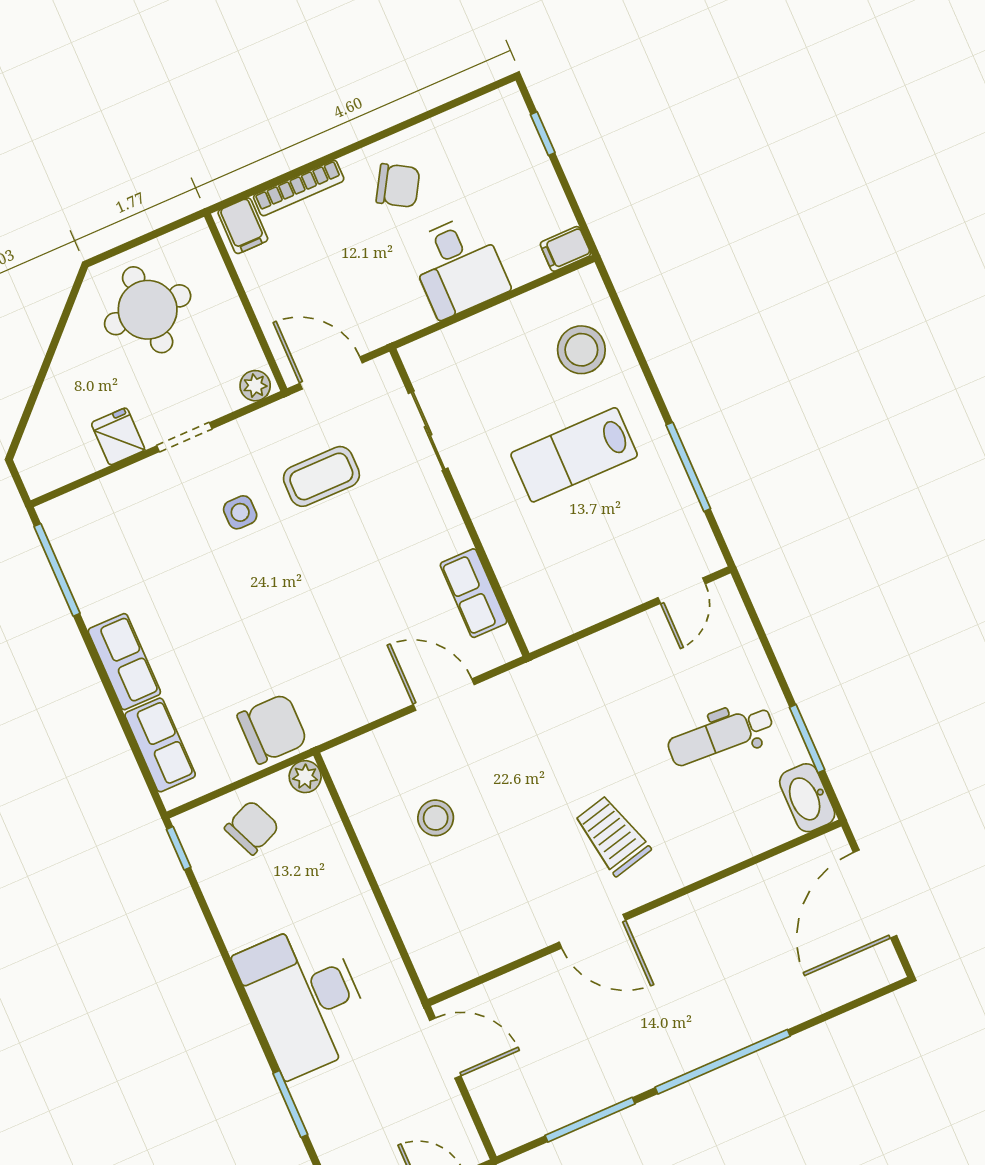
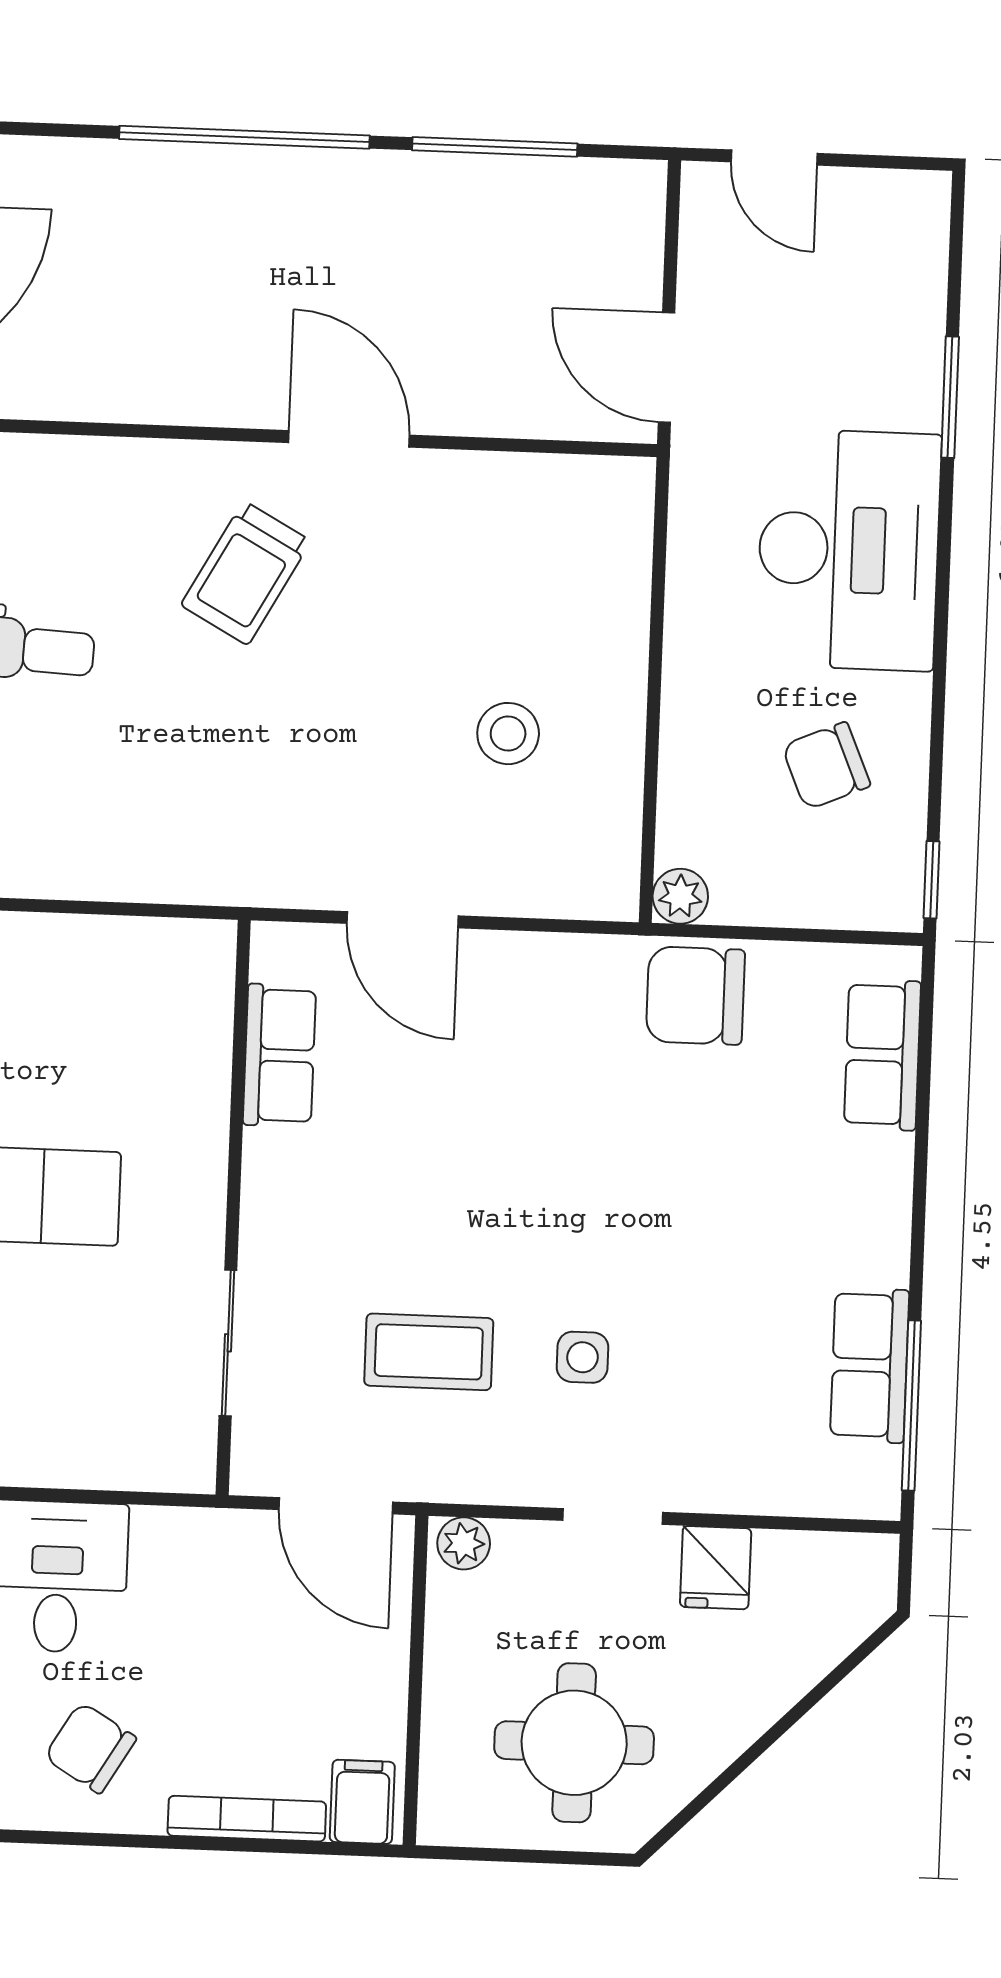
row of seats: (124, 662) -> (870, 1365), moved
chair: (252, 828) -> (826, 766), moved
trolley: (612, 835) -> (246, 573), turned 43

